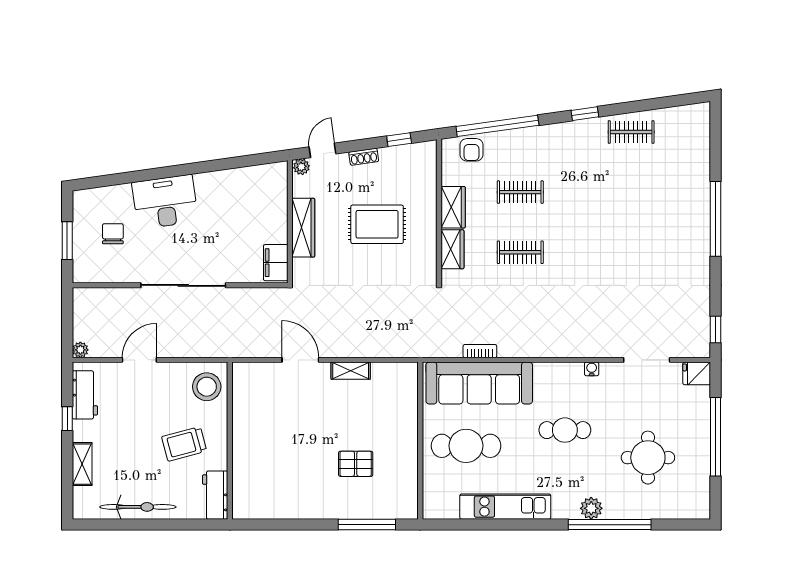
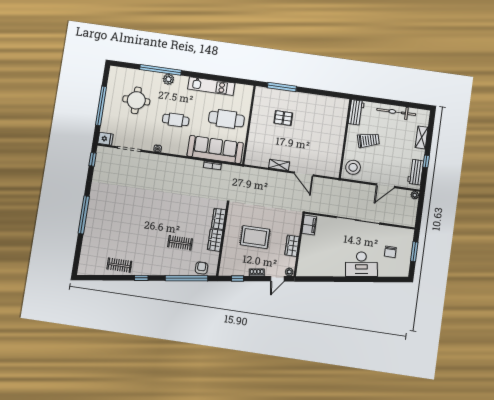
wardrobe: (303, 228) -> (292, 246), width x0.67
clothes rail: (520, 252) -> (185, 212), removed

